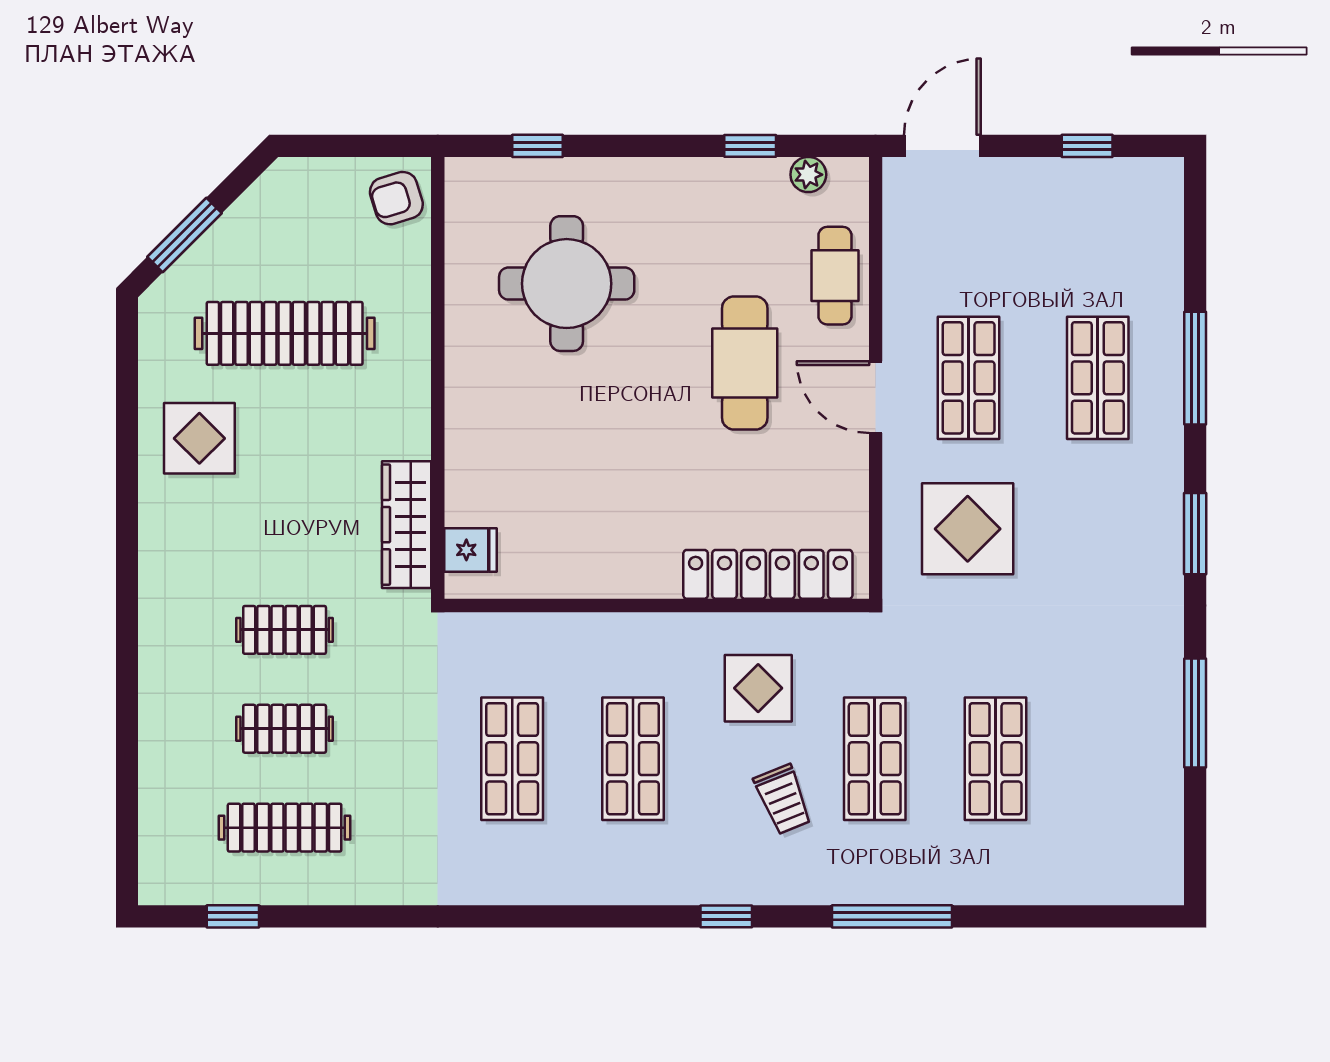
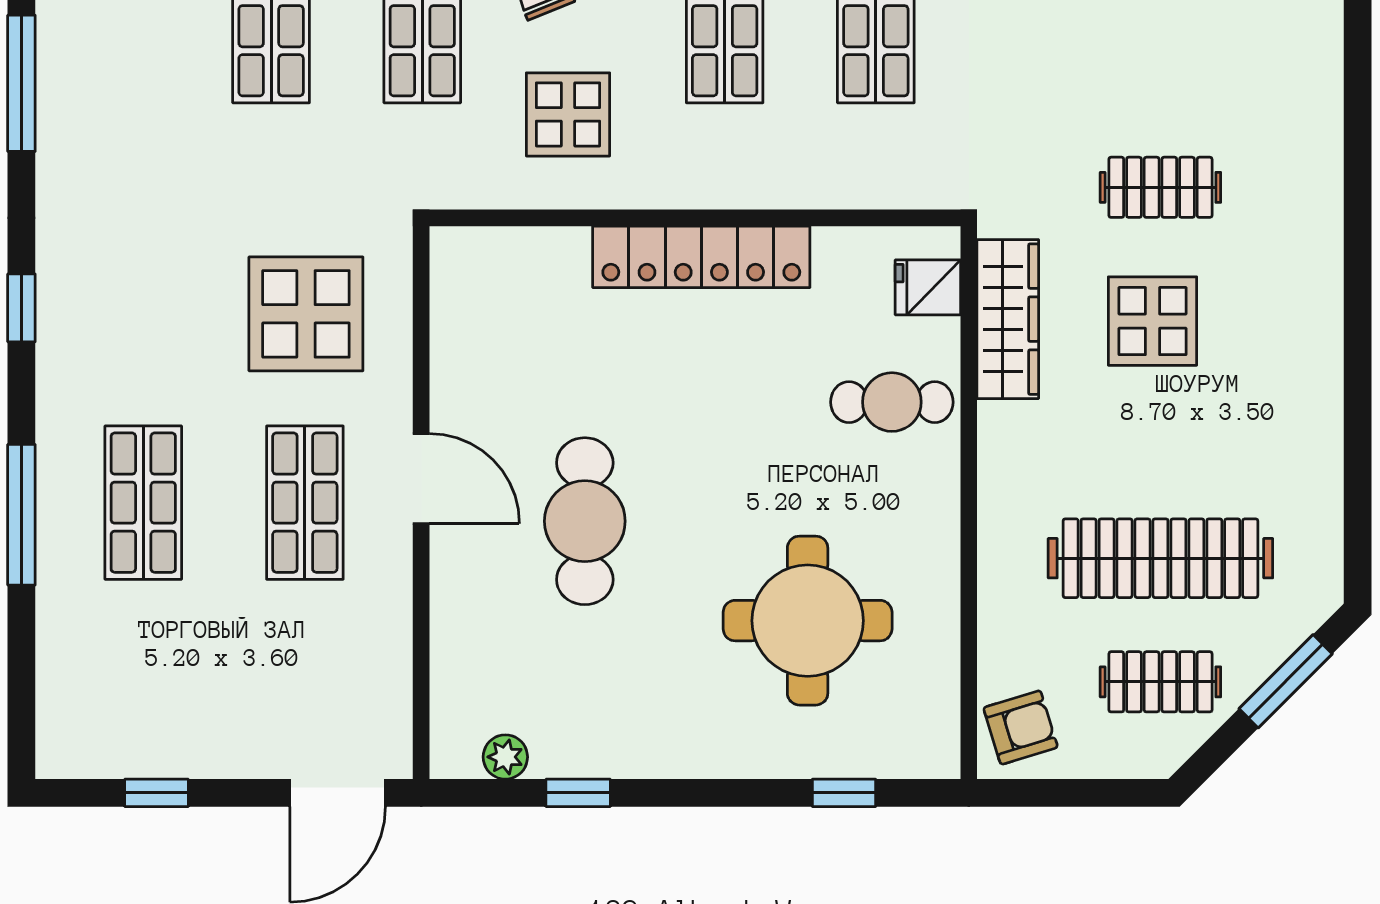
cafe table: (835, 276) -> (892, 402), moved, turned 90
display table: (199, 438) -> (1153, 321), moved
window: (1195, 534) -> (21, 308), width x0.67
locker: (768, 574) -> (701, 257), moved
clothes rail: (285, 729) -> (1160, 682), moved

